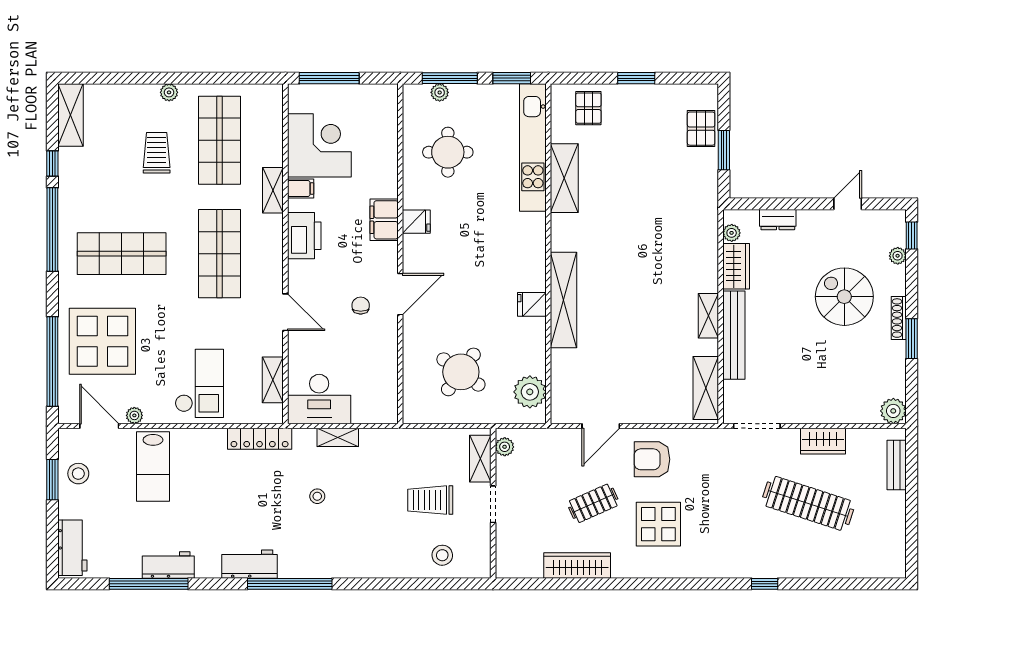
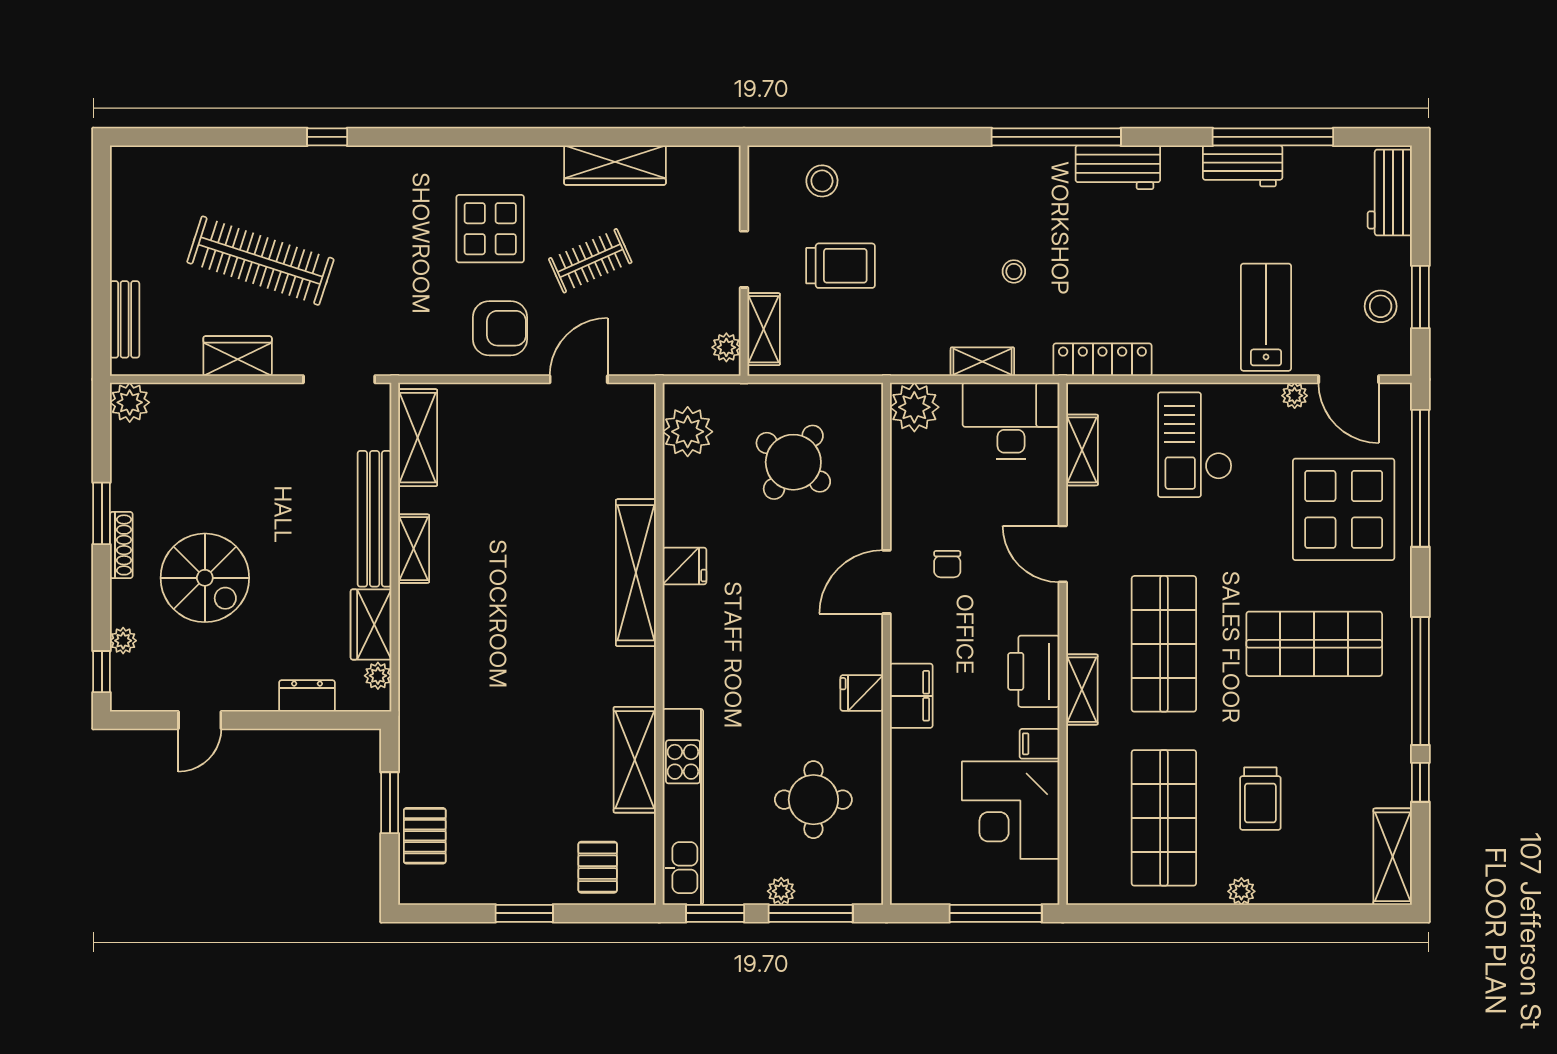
plant: (440, 92) -> (781, 891), moved
shelving: (273, 190) -> (1082, 690), moved
plant: (382, 408) -> (914, 407), added

